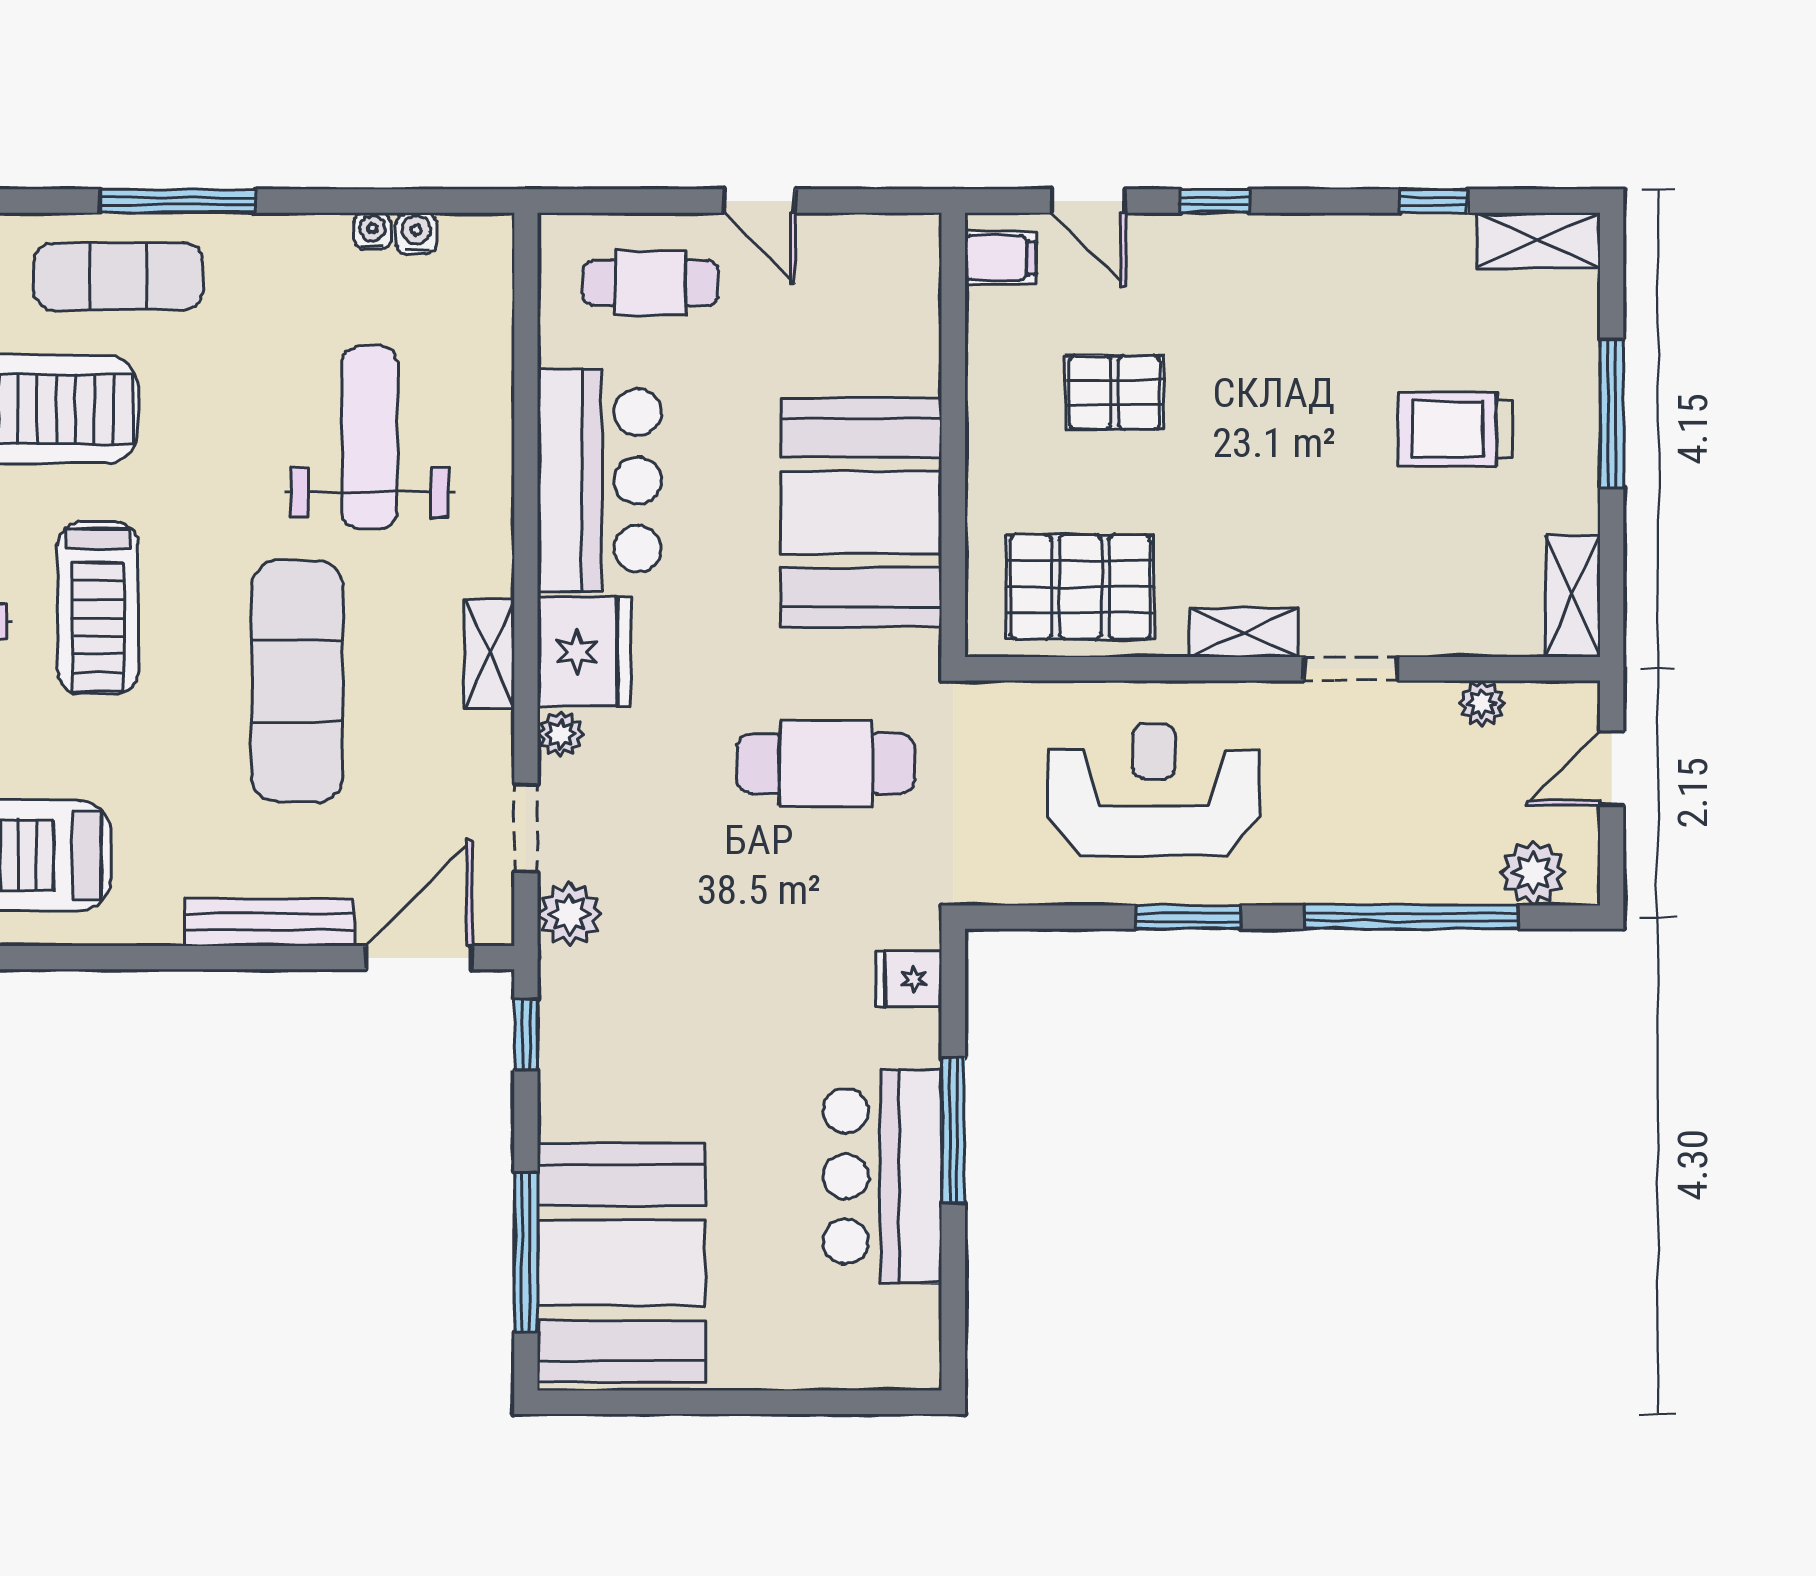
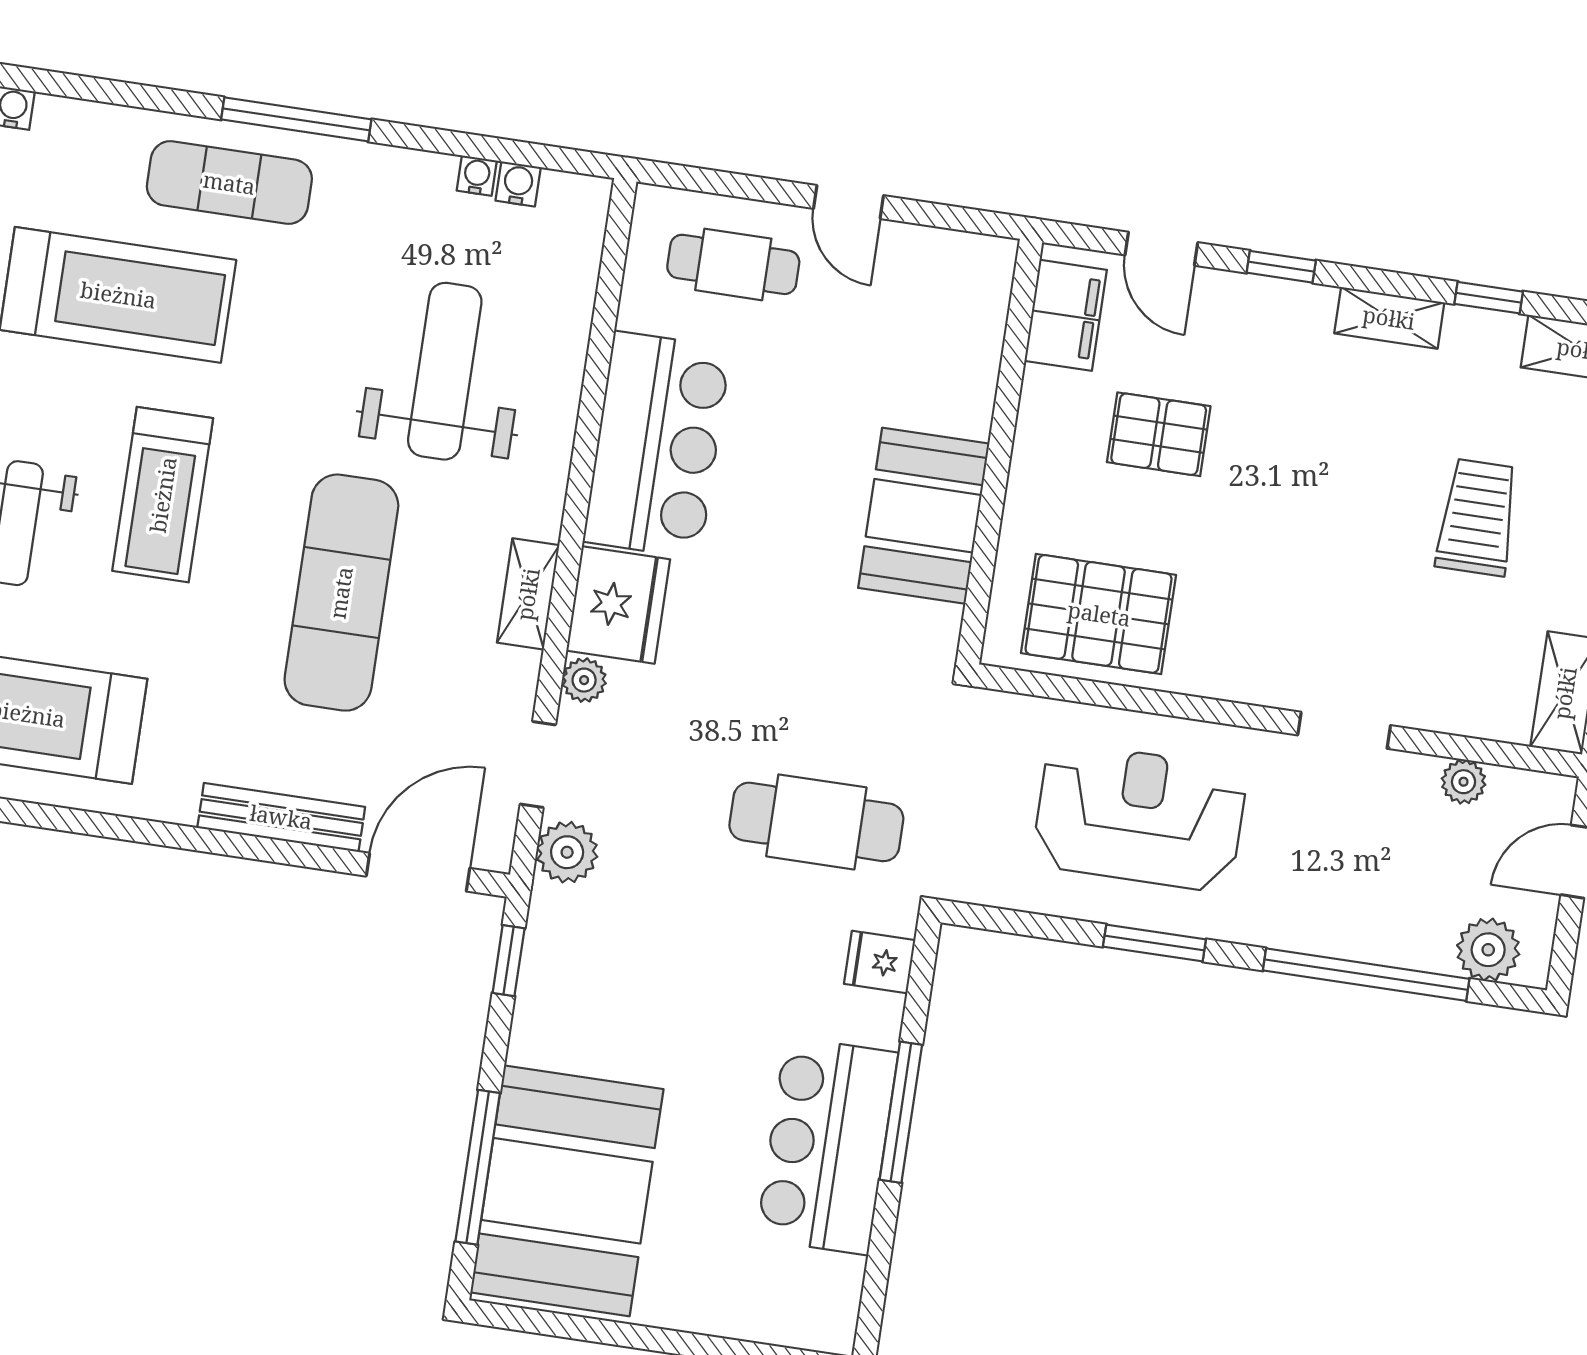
filing cabinet: (1000, 258) -> (1066, 315), width x2.00
trolley: (1456, 429) -> (1477, 517), turned 90
booth: (861, 513) -> (924, 516), width x0.73, depth x0.70
shelving: (1244, 633) -> (1389, 318), moved
cafe table: (826, 764) -> (816, 822), moved

